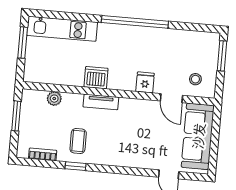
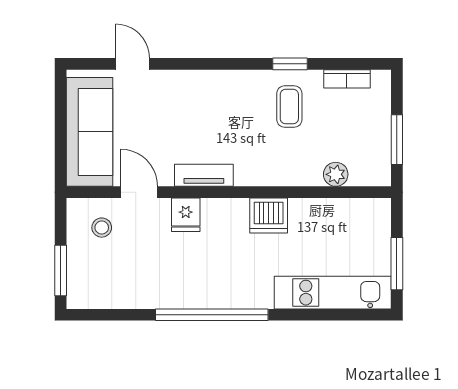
tv unit: (101, 102) -> (204, 175), moved

